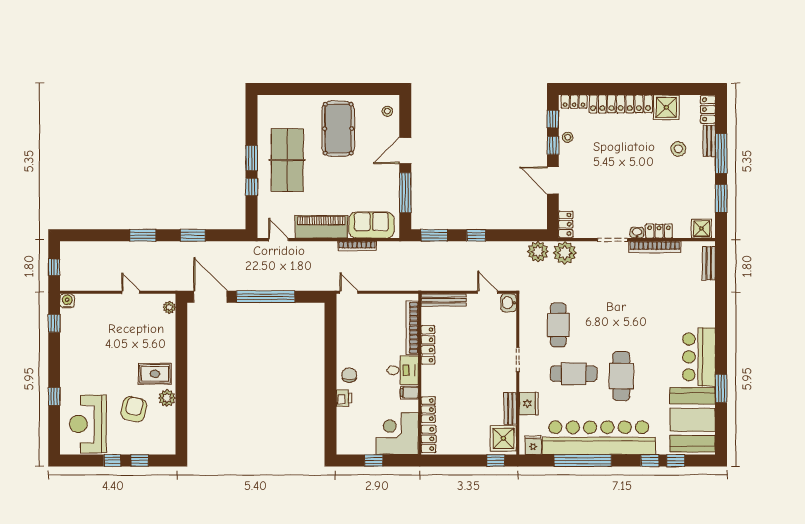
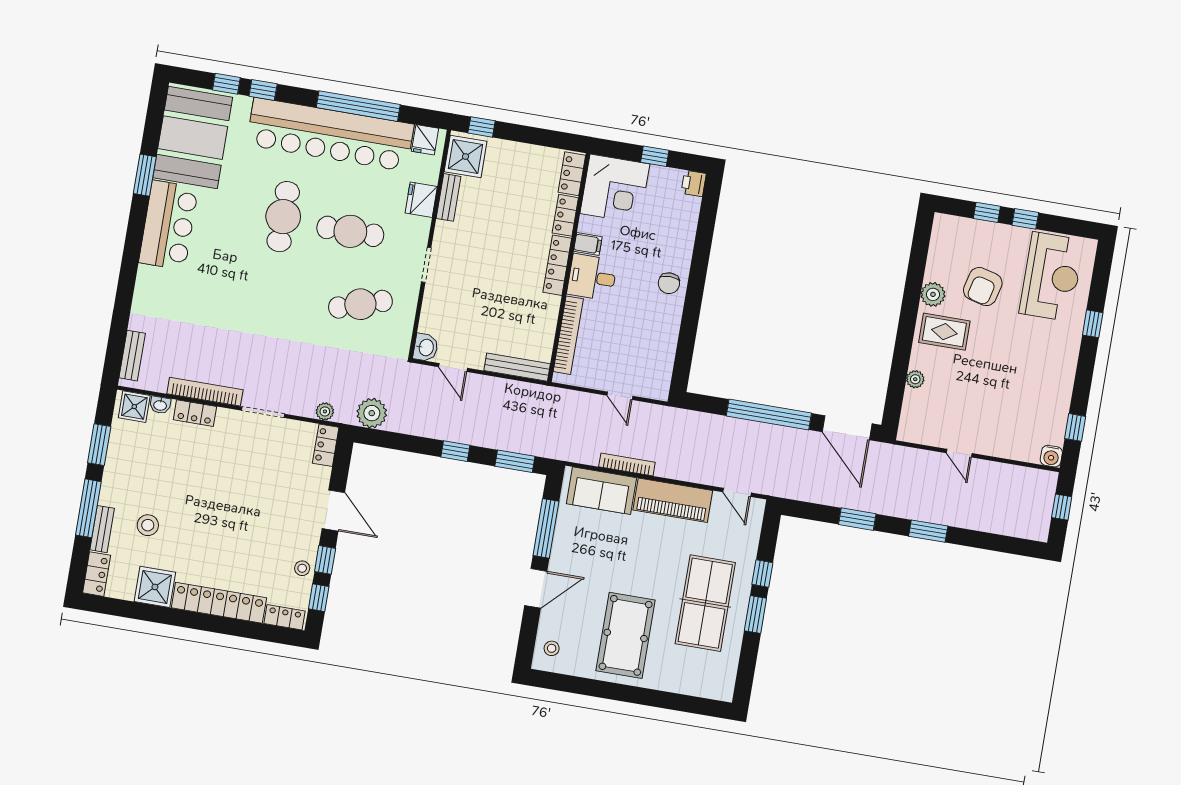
washbasin: (637, 233) -> (160, 405), moved
plant: (565, 253) -> (325, 411), width x0.53, depth x0.53
door: (349, 292) -> (620, 396), moved
plant: (169, 307) -> (915, 379), moved
cafe table: (558, 325) -> (360, 304), turned 72
locker: (428, 345) -> (557, 265), moved
printer: (344, 398) -> (694, 183), moved

